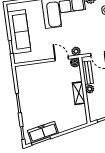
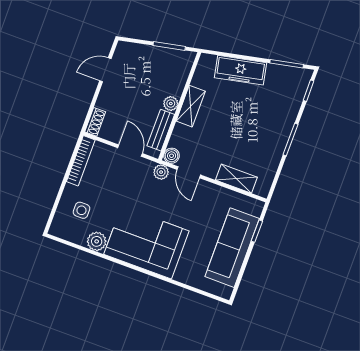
shelving: (36, 68) -> (236, 179), added
freezer: (43, 132) -> (240, 70), moved

